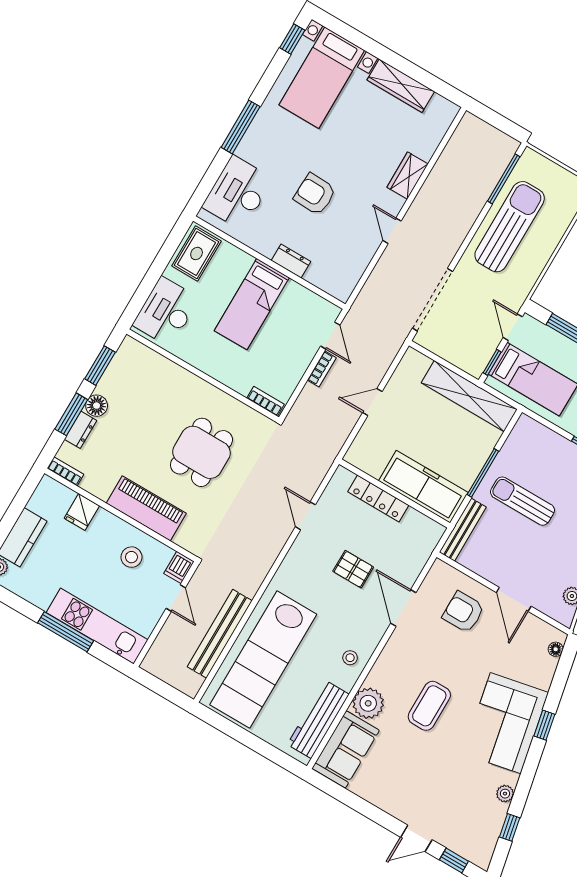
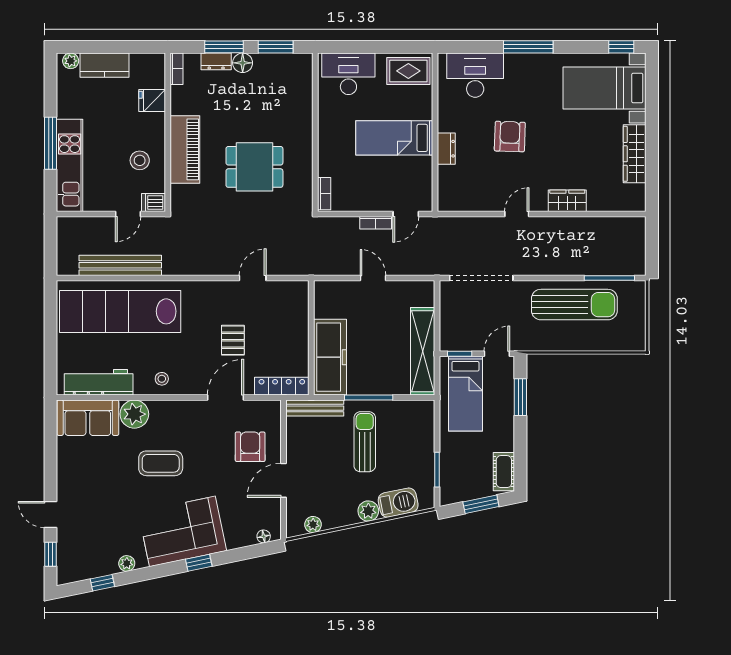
locker: (378, 498) -> (282, 386), moved, turned 90

